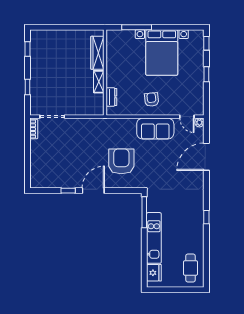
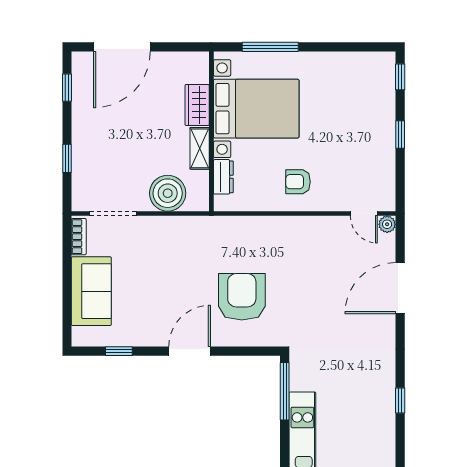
door: (57, 27) -> (122, 47), added
bed with nightstands: (162, 52) -> (256, 109), moved, turned -90
wardrobe: (97, 53) -> (197, 105), width x0.67
armchair: (152, 100) -> (298, 182), turned -84
boiler: (82, 106) -> (168, 193), added
sofa: (155, 129) -> (91, 291), moved, turned -90
window: (68, 191) -> (119, 351), moved

